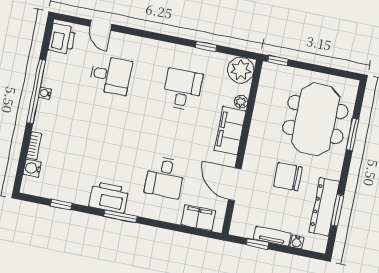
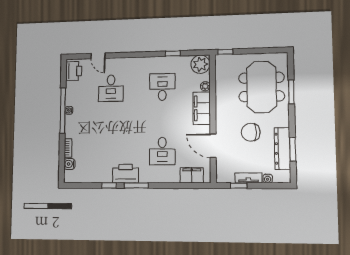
desk: (111, 75) -> (111, 88), turned 90
window: (61, 204) -> (109, 185), moved

